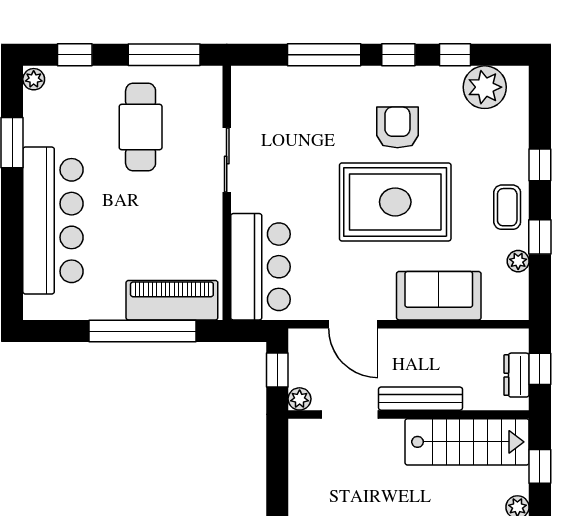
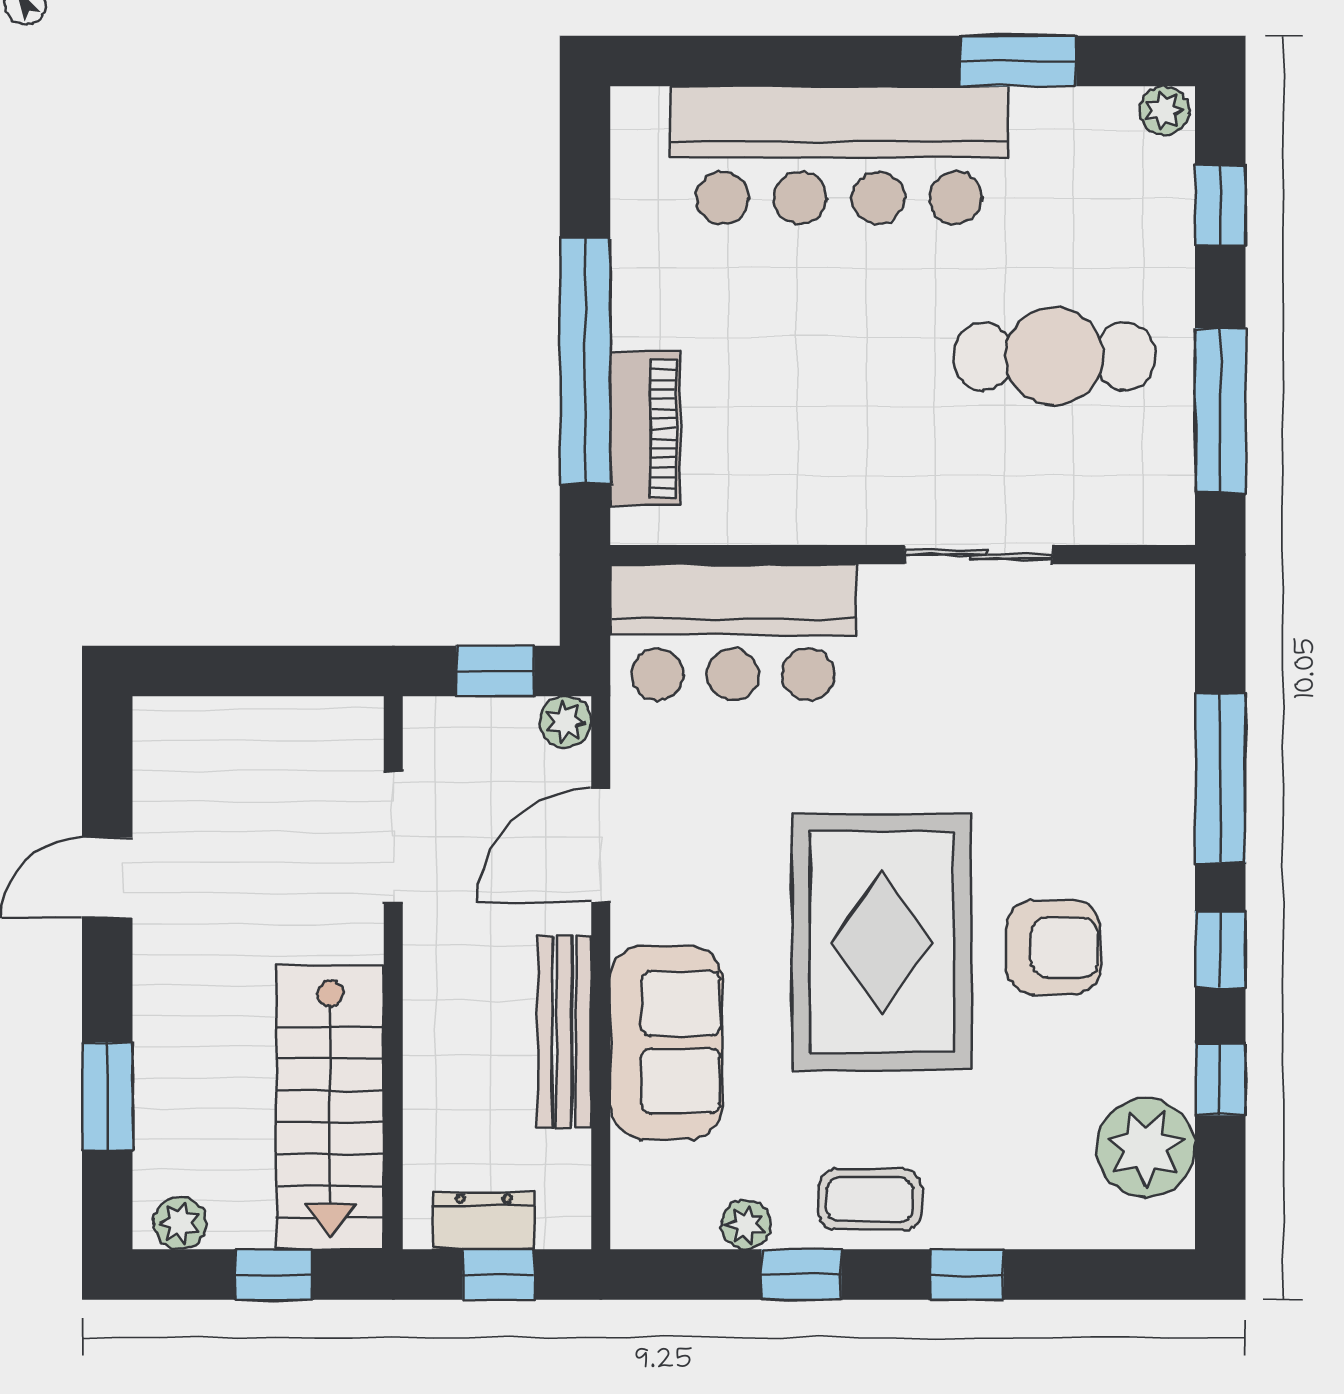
piano: (172, 300) -> (645, 429), width x0.73, depth x0.75
plant: (300, 399) -> (565, 722), moved
bench: (421, 399) -> (564, 1032), moved

